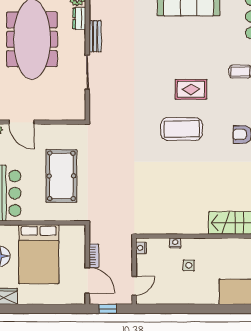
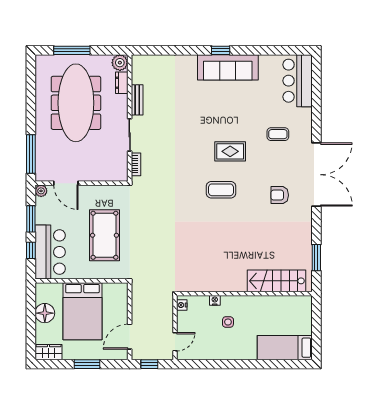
coffee table: (182, 129) -> (221, 190), width x0.73, depth x0.76
bookcase: (94, 256) -> (136, 164), moved
door: (87, 280) -> (130, 337), swing flipped
window: (43, 309) -> (87, 364), added

